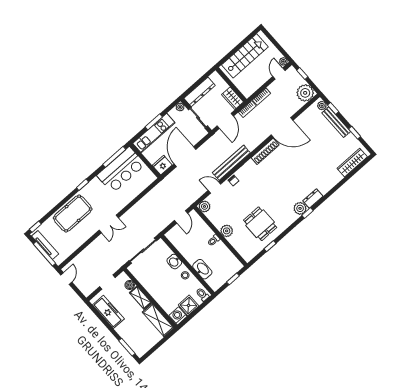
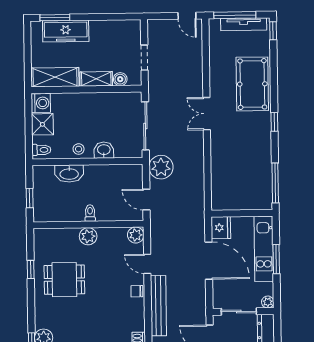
bar counter: (121, 170) -> (254, 178), removed
door: (214, 187) -> (147, 264), swing flipped
plant: (157, 224) -> (161, 167), added
freezer: (108, 312) -> (66, 31), moved

